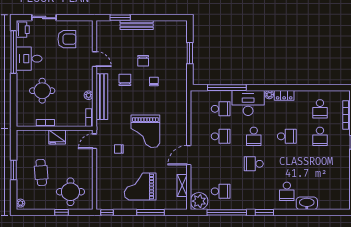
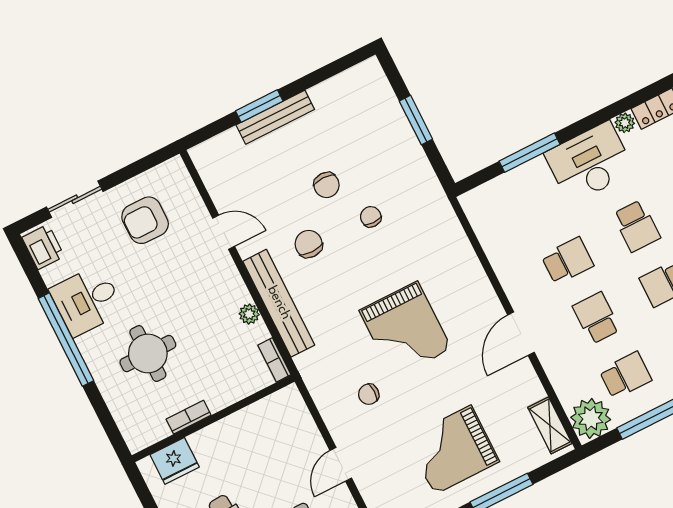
window: (120, 18) -> (259, 106), moved
armchair: (67, 39) -> (145, 220), turned 180
window: (14, 52) -> (66, 340), moved
window: (227, 88) -> (529, 153), width x0.68
school desk: (221, 109) -> (596, 318), moved, turned -90
fridge: (57, 137) -> (175, 461), moved
door: (95, 141) -> (341, 464), moved
shelving: (182, 186) -> (550, 425), moved

